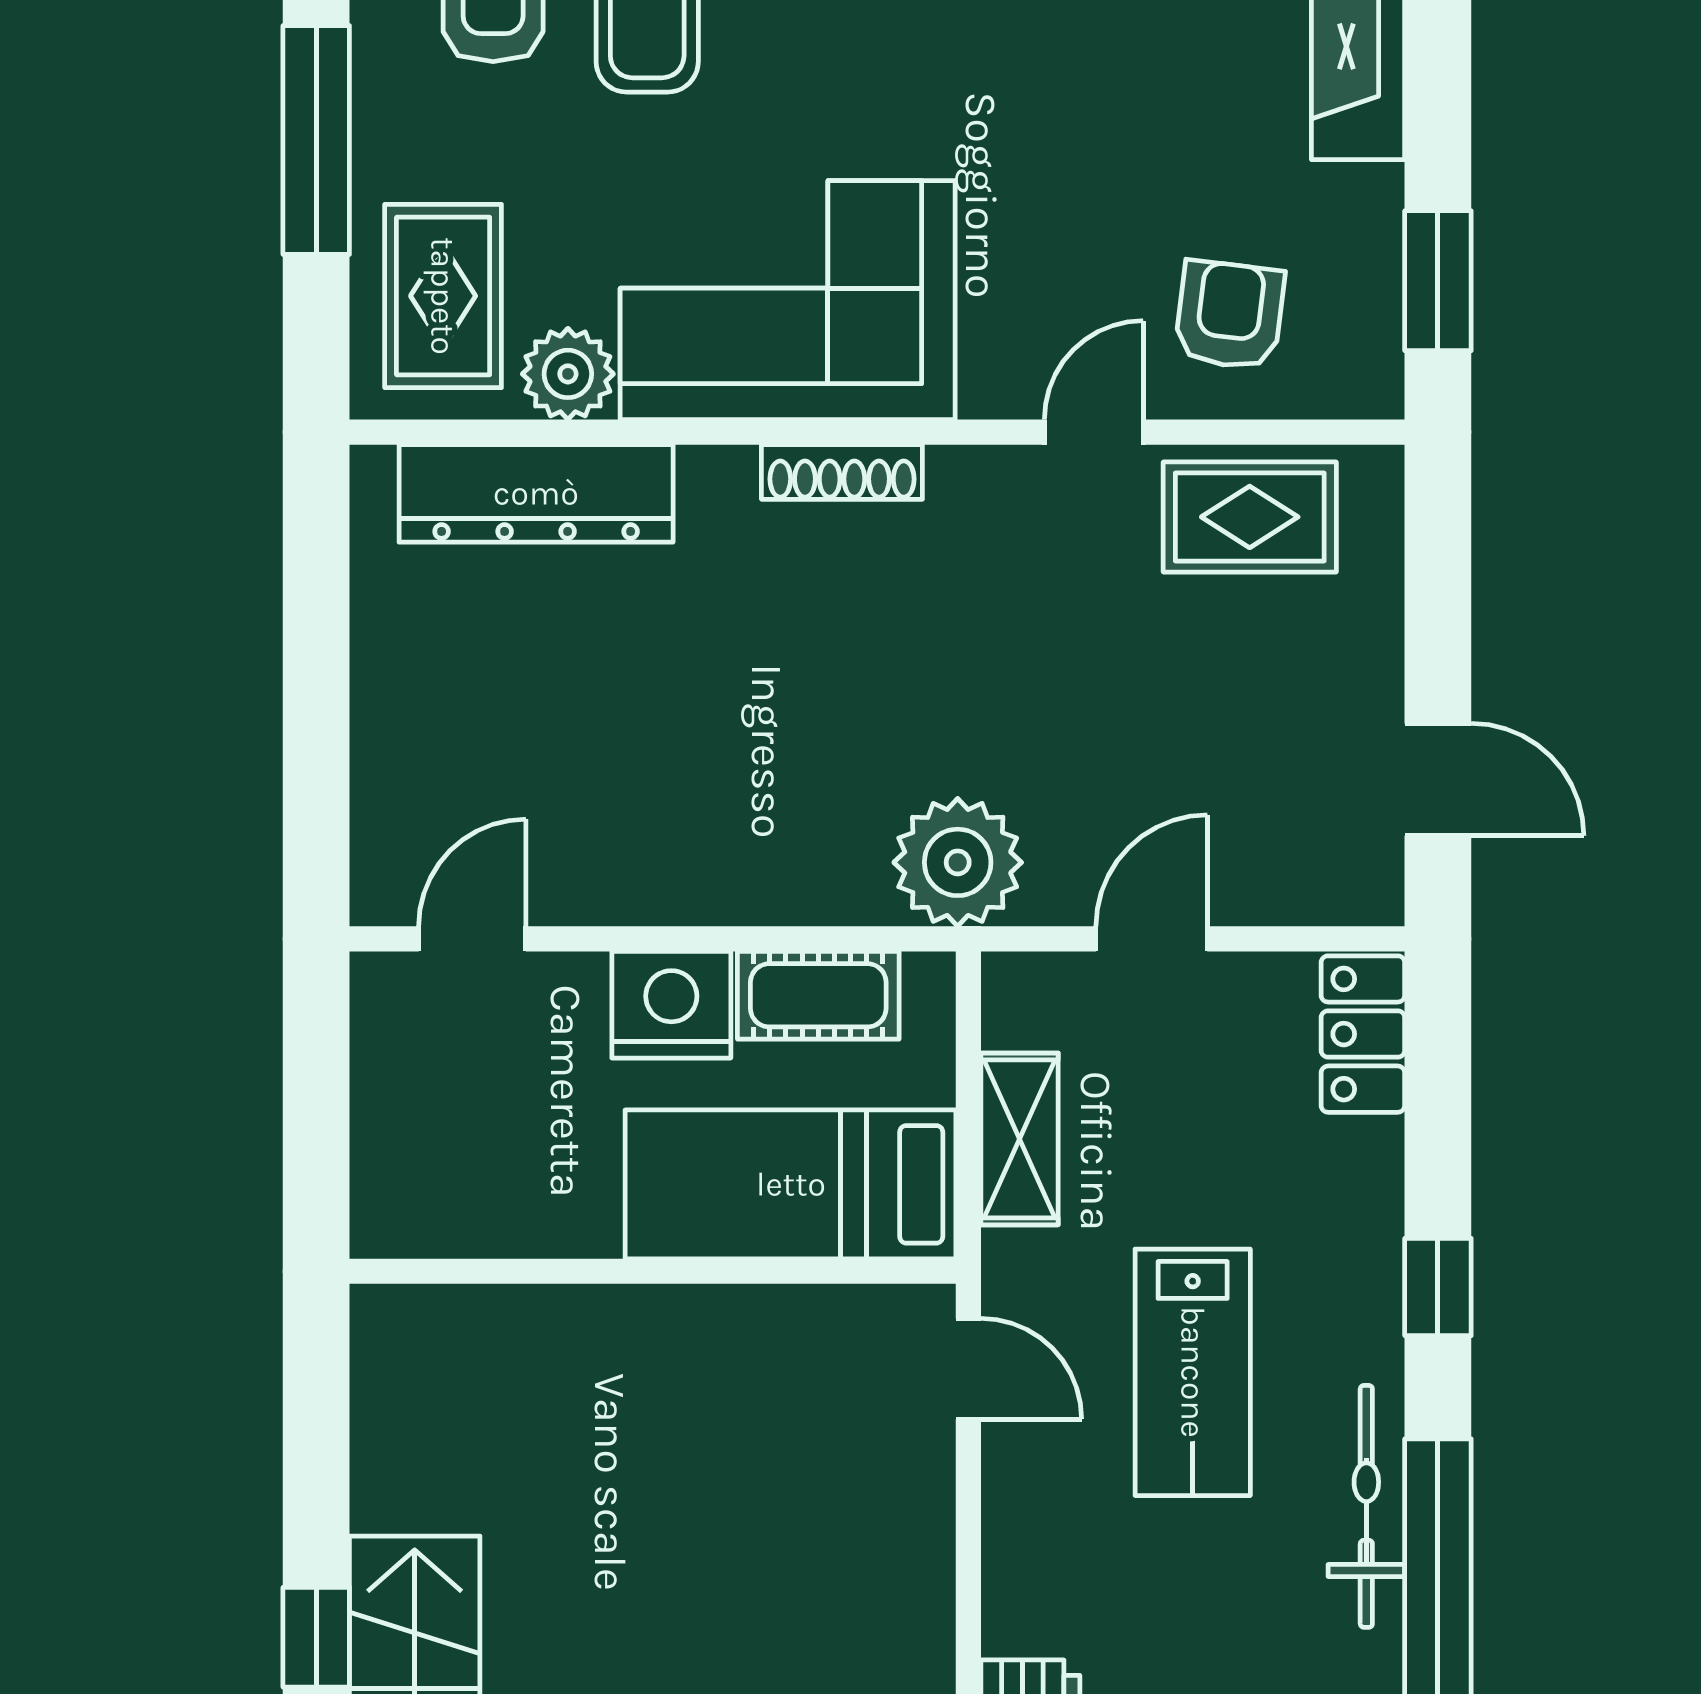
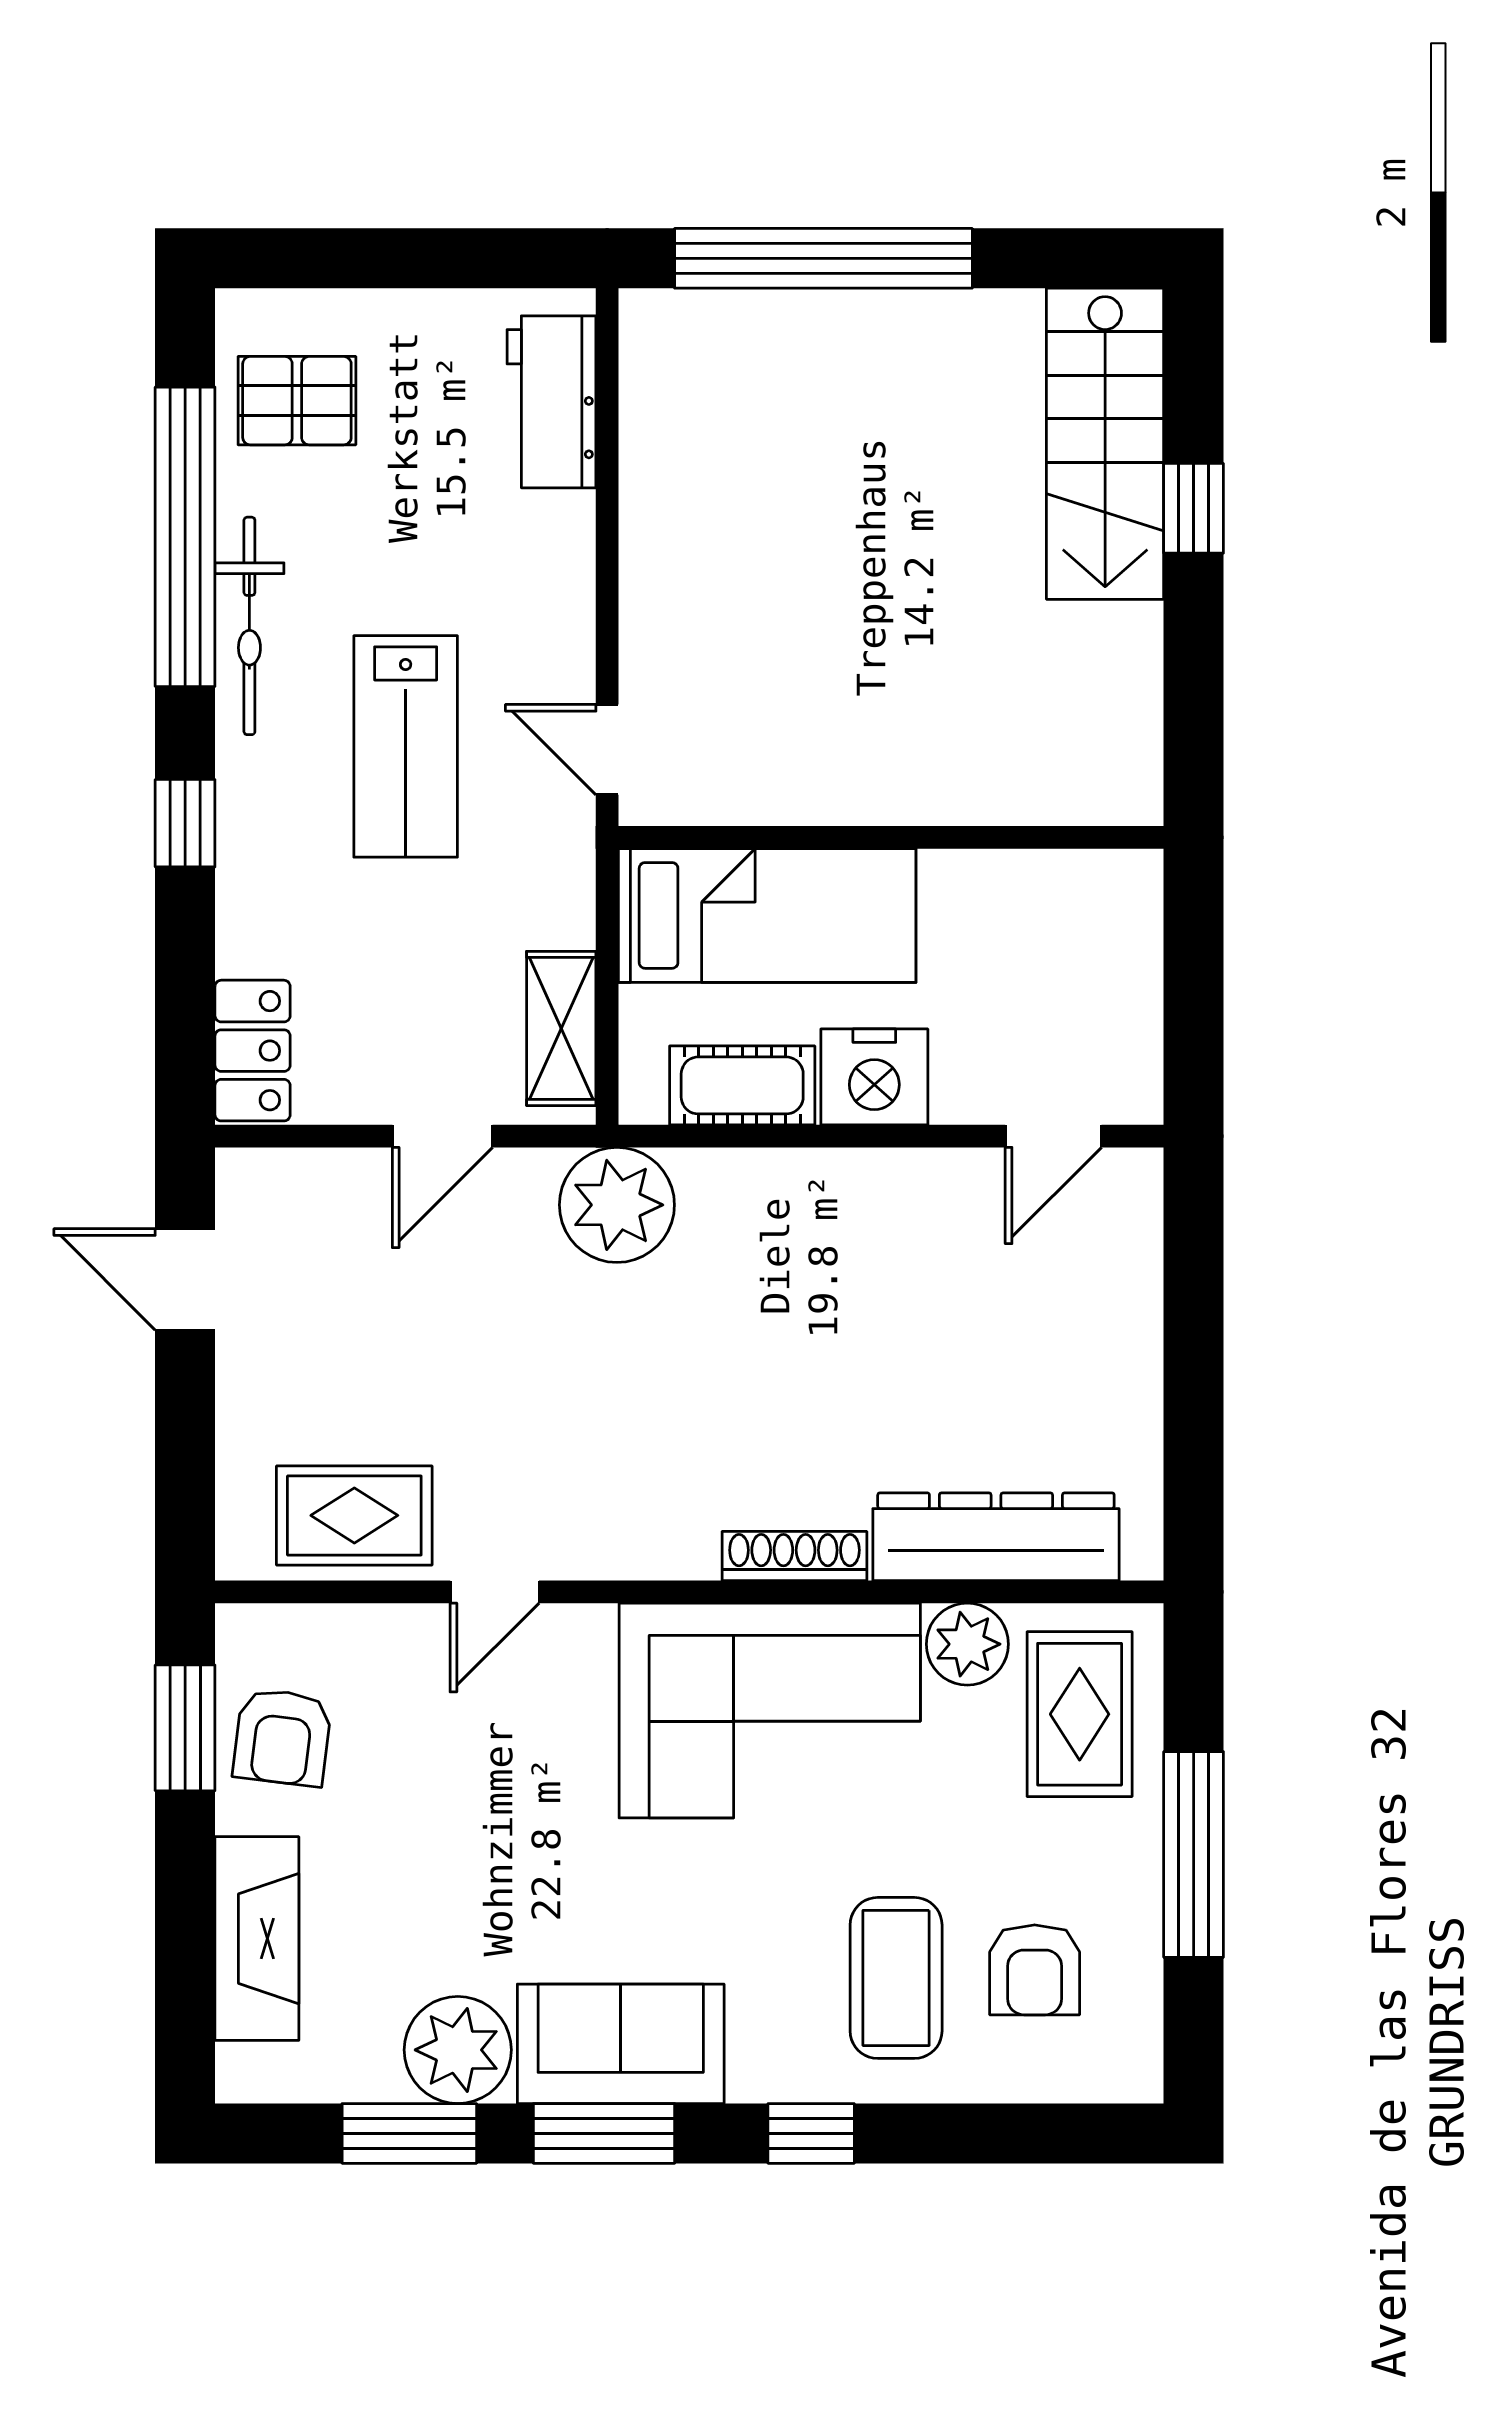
armchair: (1230, 315) -> (282, 1737), moved
shoe rack: (842, 472) -> (794, 1556), moved
shelving: (1020, 1139) -> (561, 1028), moved
lab bench: (1193, 1372) -> (406, 746), turned 180

